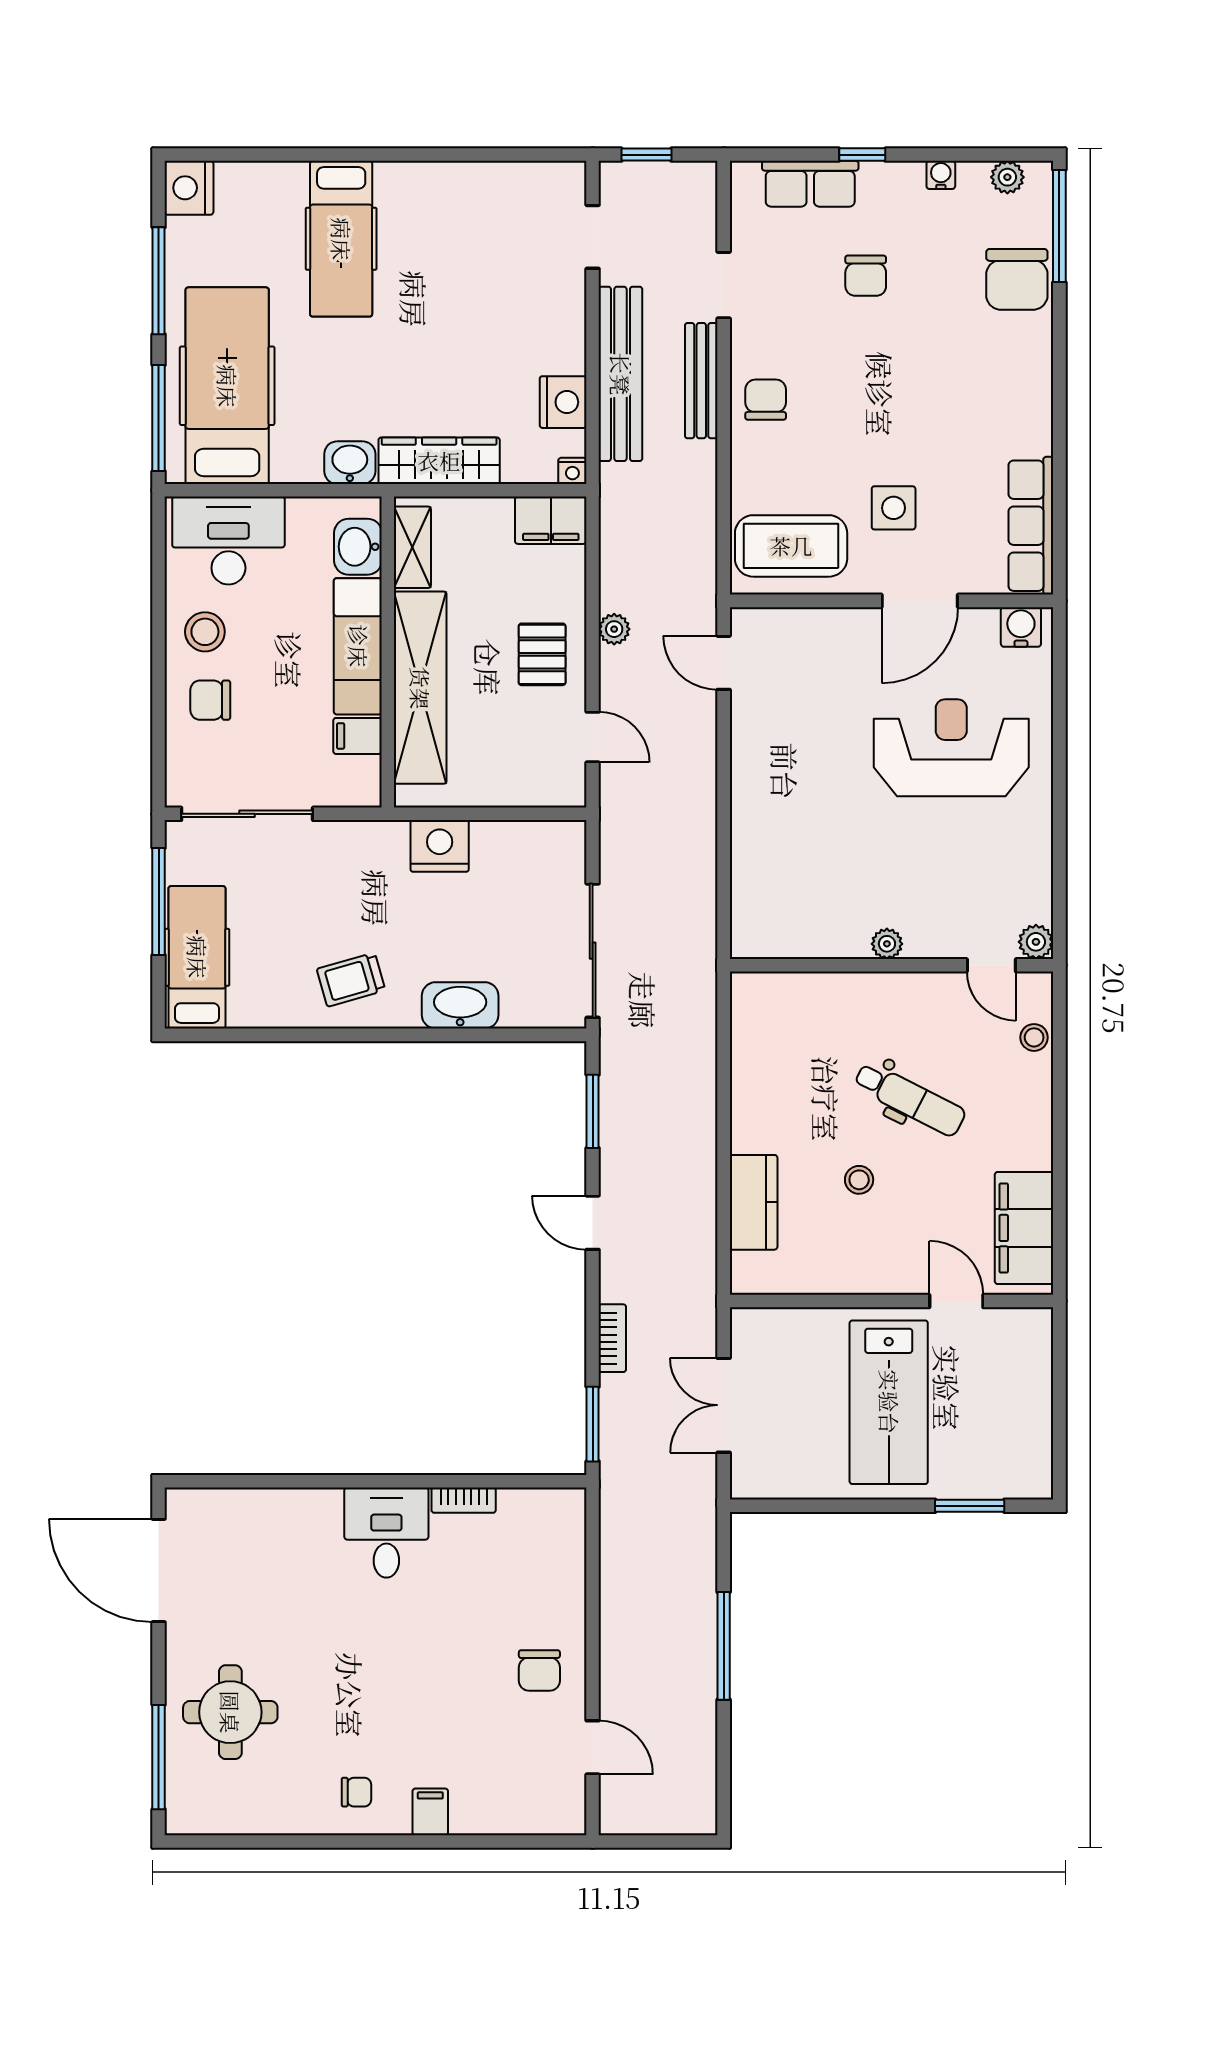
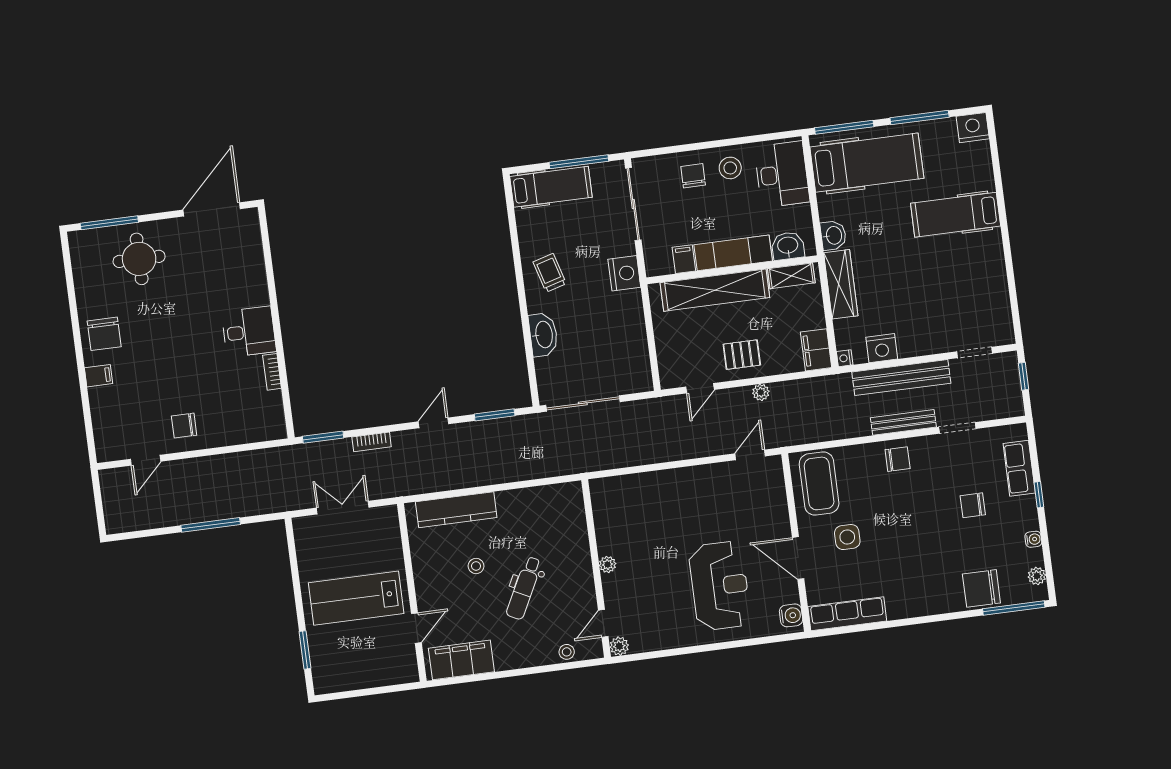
nightstand: (440, 846) -> (624, 273), moved
kitchen counter: (754, 1202) -> (456, 510), width x1.50
chair: (356, 1792) -> (104, 334), width x1.87, depth x1.87

